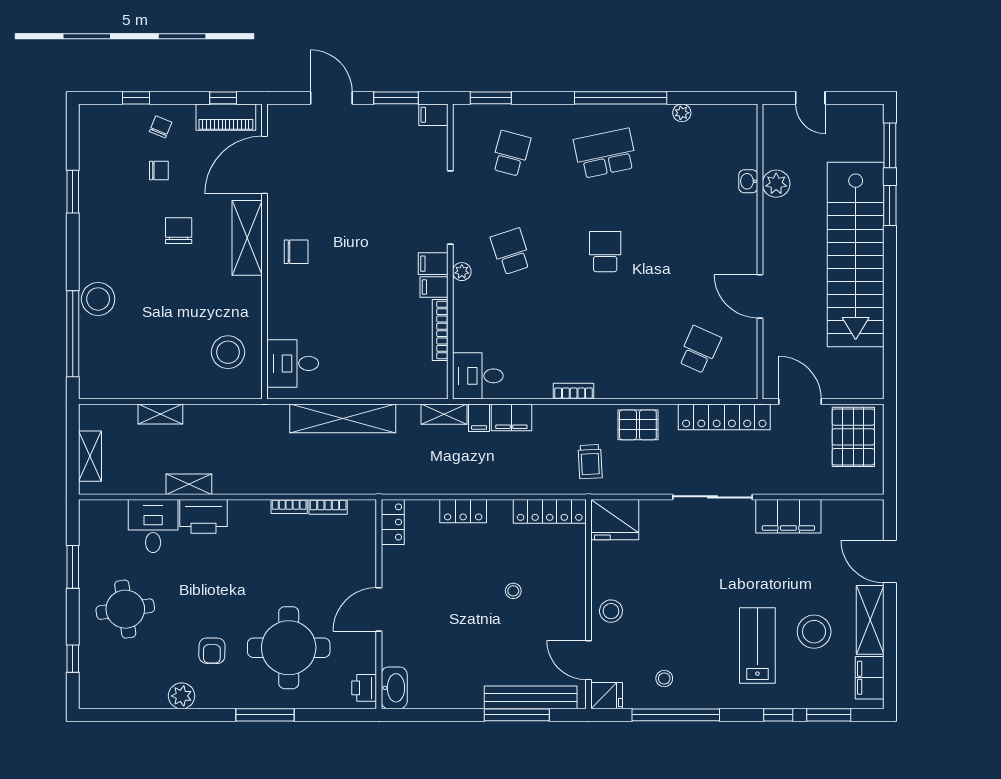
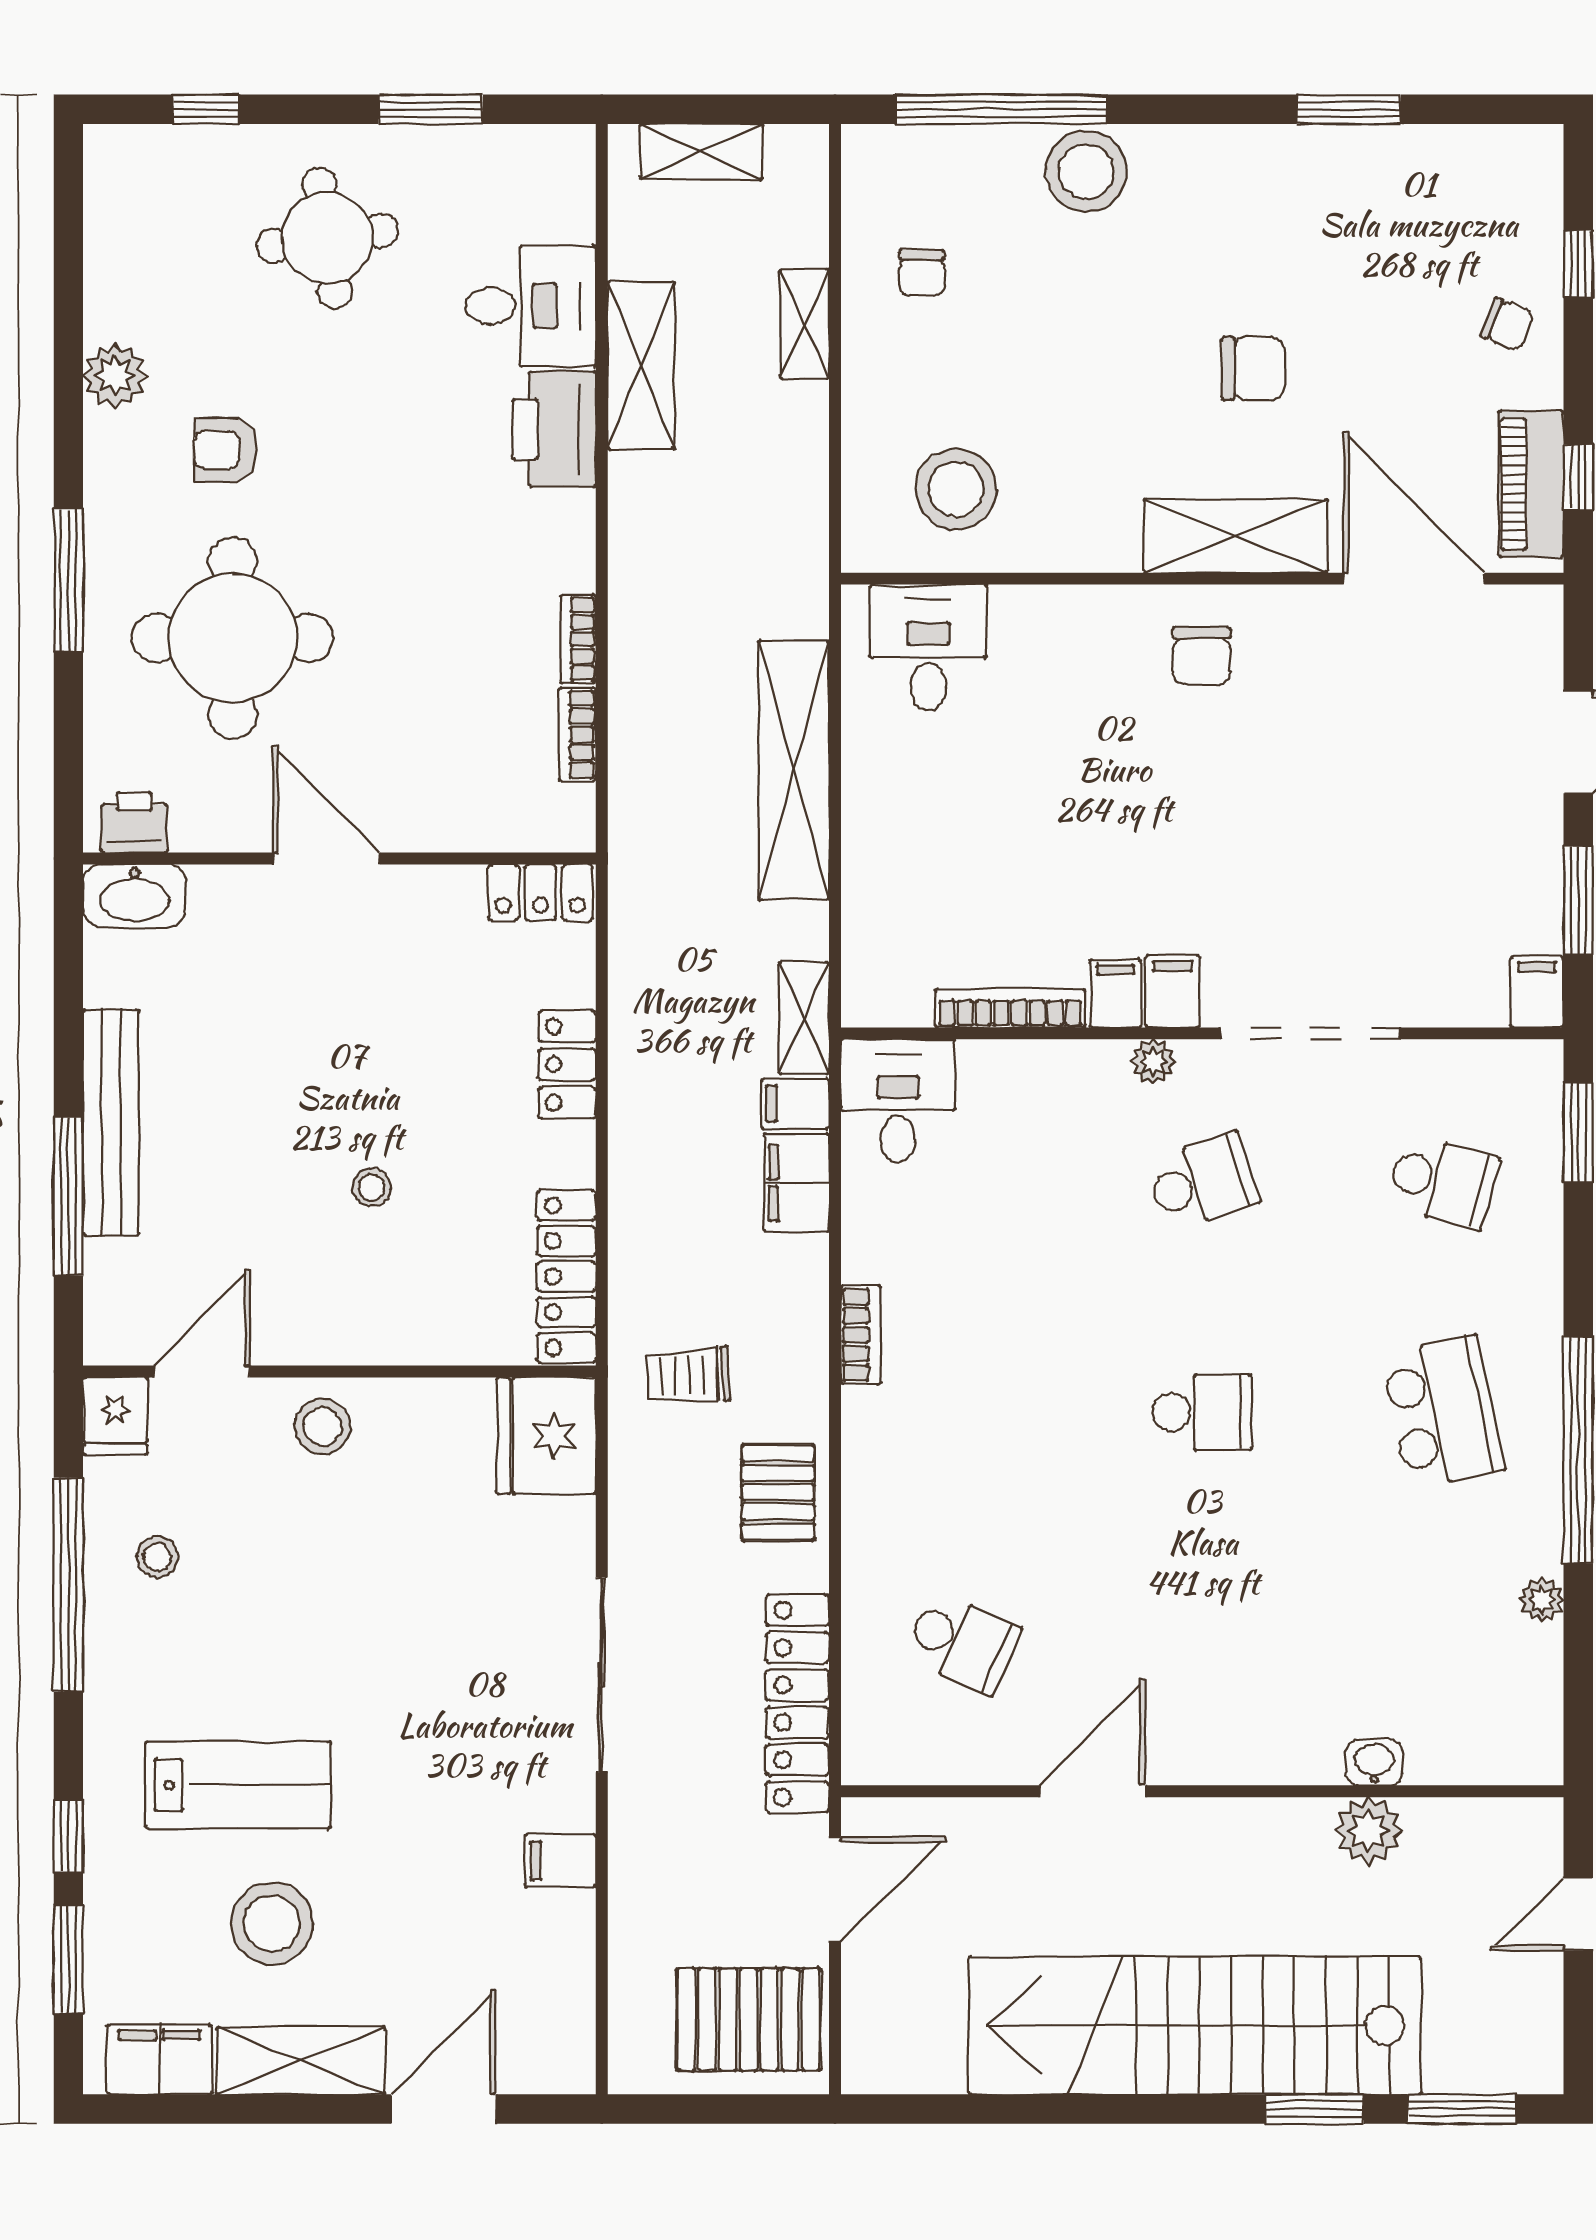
chair: (159, 170) -> (922, 273), moved
shelving: (189, 484) -> (641, 366), width x1.50, depth x1.33
filing cabinet: (788, 516) -> (561, 1861), width x0.33, depth x0.86
bench: (531, 697) -> (111, 1122), moved

